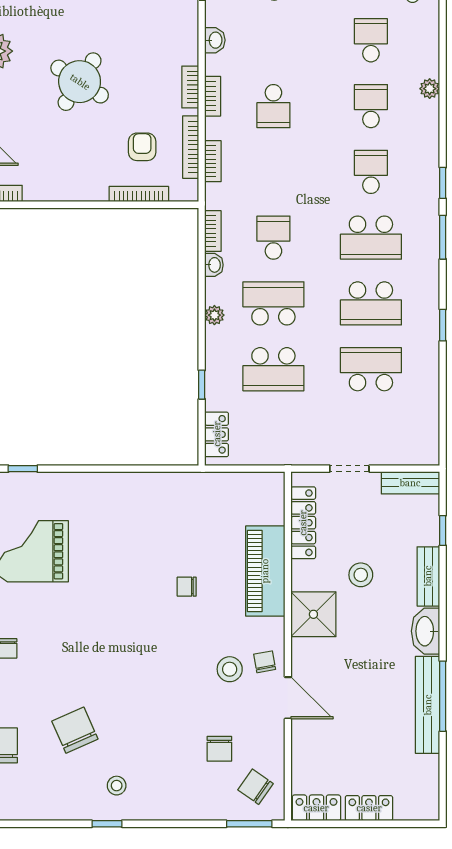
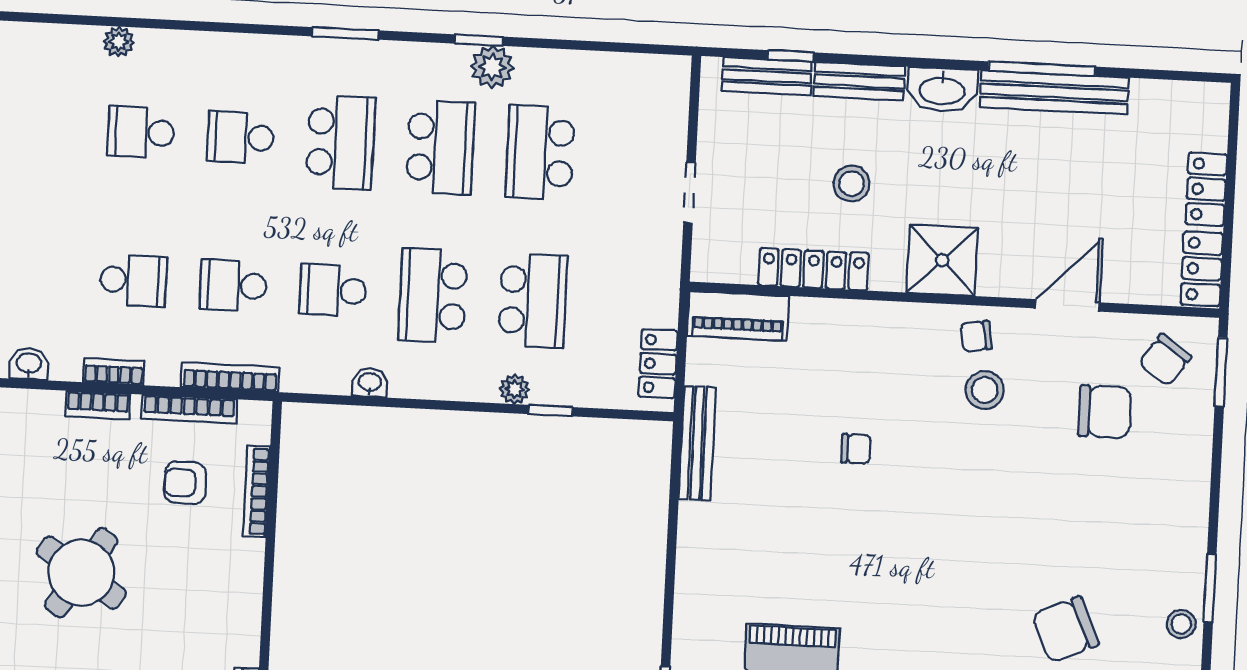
school desk: (371, 40) -> (233, 285), moved
bookcase: (213, 161) -> (230, 377), width x1.56
window: (443, 183) -> (263, 29), removed
bookcase: (213, 231) -> (318, 382), removed
plant: (214, 315) -> (515, 389), moved
plant: (425, 335) -> (492, 67), added
locker: (217, 434) -> (658, 364), moved, turned -90
bench: (185, 482) -> (697, 443), added
bench: (410, 483) -> (767, 76), moved, turned 90
locker: (303, 523) -> (814, 269), moved
piano: (265, 571) -> (738, 316), moved, width x0.73, depth x0.75
chair: (187, 587) -> (856, 449), turned -90
shower: (313, 614) -> (942, 260), moved
door: (288, 698) -> (1067, 305), moved
chair: (219, 749) -> (1105, 412), width x1.37, depth x1.37
stool: (117, 786) -> (1181, 624), moved
window: (107, 824) -> (1210, 588), width x1.50

